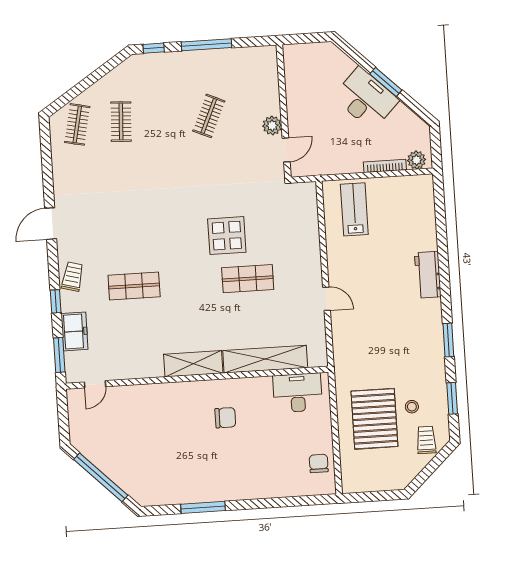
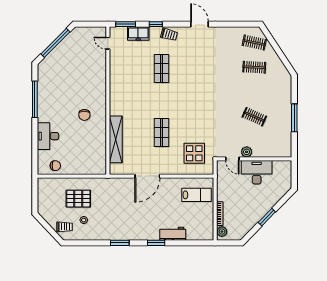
window: (154, 48) -> (294, 88), removed
desk: (366, 99) -> (257, 172), moved, turned -134
display table: (227, 236) -> (194, 153), moved
workbench: (428, 275) -> (173, 234), moved
door: (326, 299) -> (147, 176), width x1.88
shelving: (193, 364) -> (116, 99), removed
desk: (298, 393) -> (48, 136), moved, turned 180
window: (452, 398) -> (156, 243), moved
pallet: (374, 419) -> (78, 199), width x0.73, depth x0.71
window: (203, 507) -> (35, 99), width x1.46

